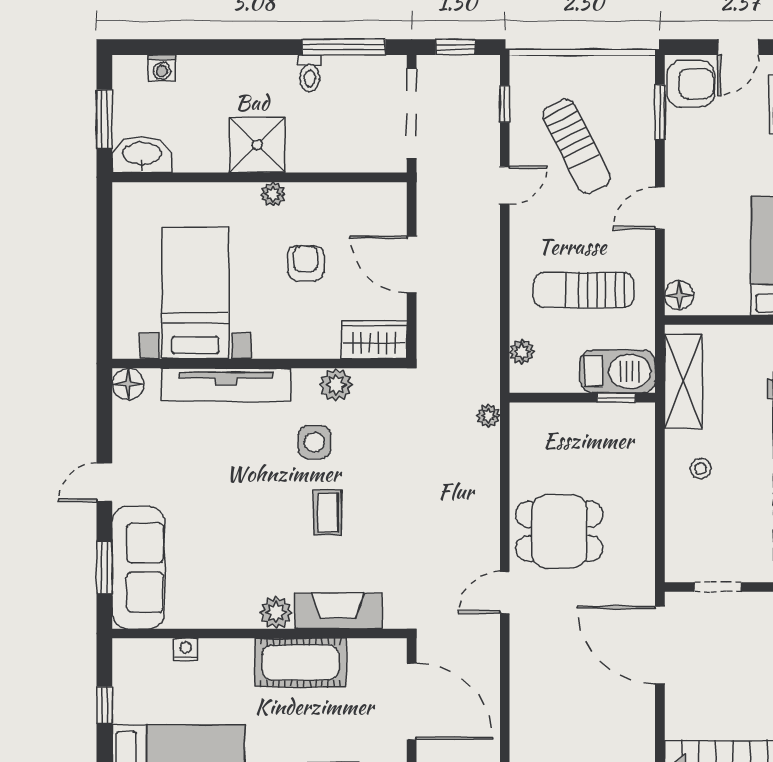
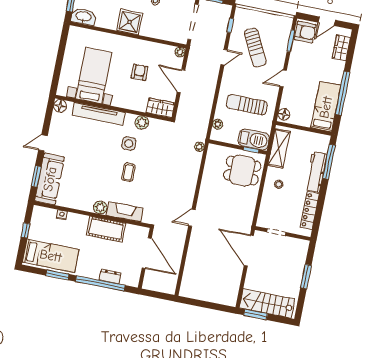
plant: (273, 194) -> (180, 52), moved
dining table: (559, 531) -> (242, 171), moved

